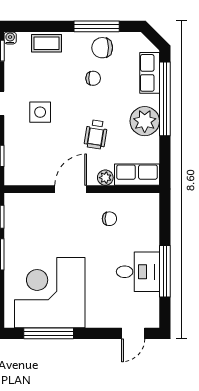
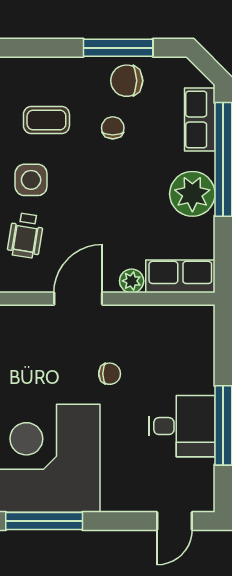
coffee table: (47, 43) -> (46, 120), moved
chair: (93, 78) -> (113, 128), turned -90
wheelchair: (96, 134) -> (26, 235), moved
chair: (109, 219) -> (110, 374), moved

